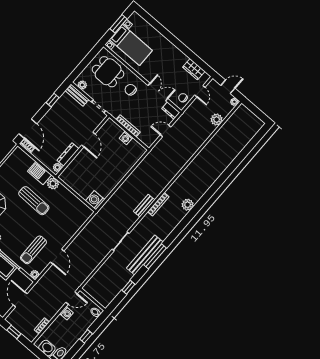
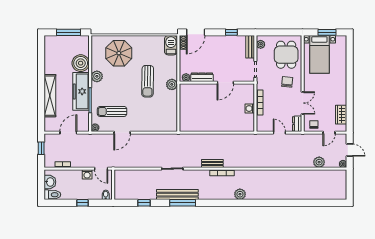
barbecue: (40, 173) -> (171, 45), moved
washing machine: (95, 200) -> (186, 125), removed

